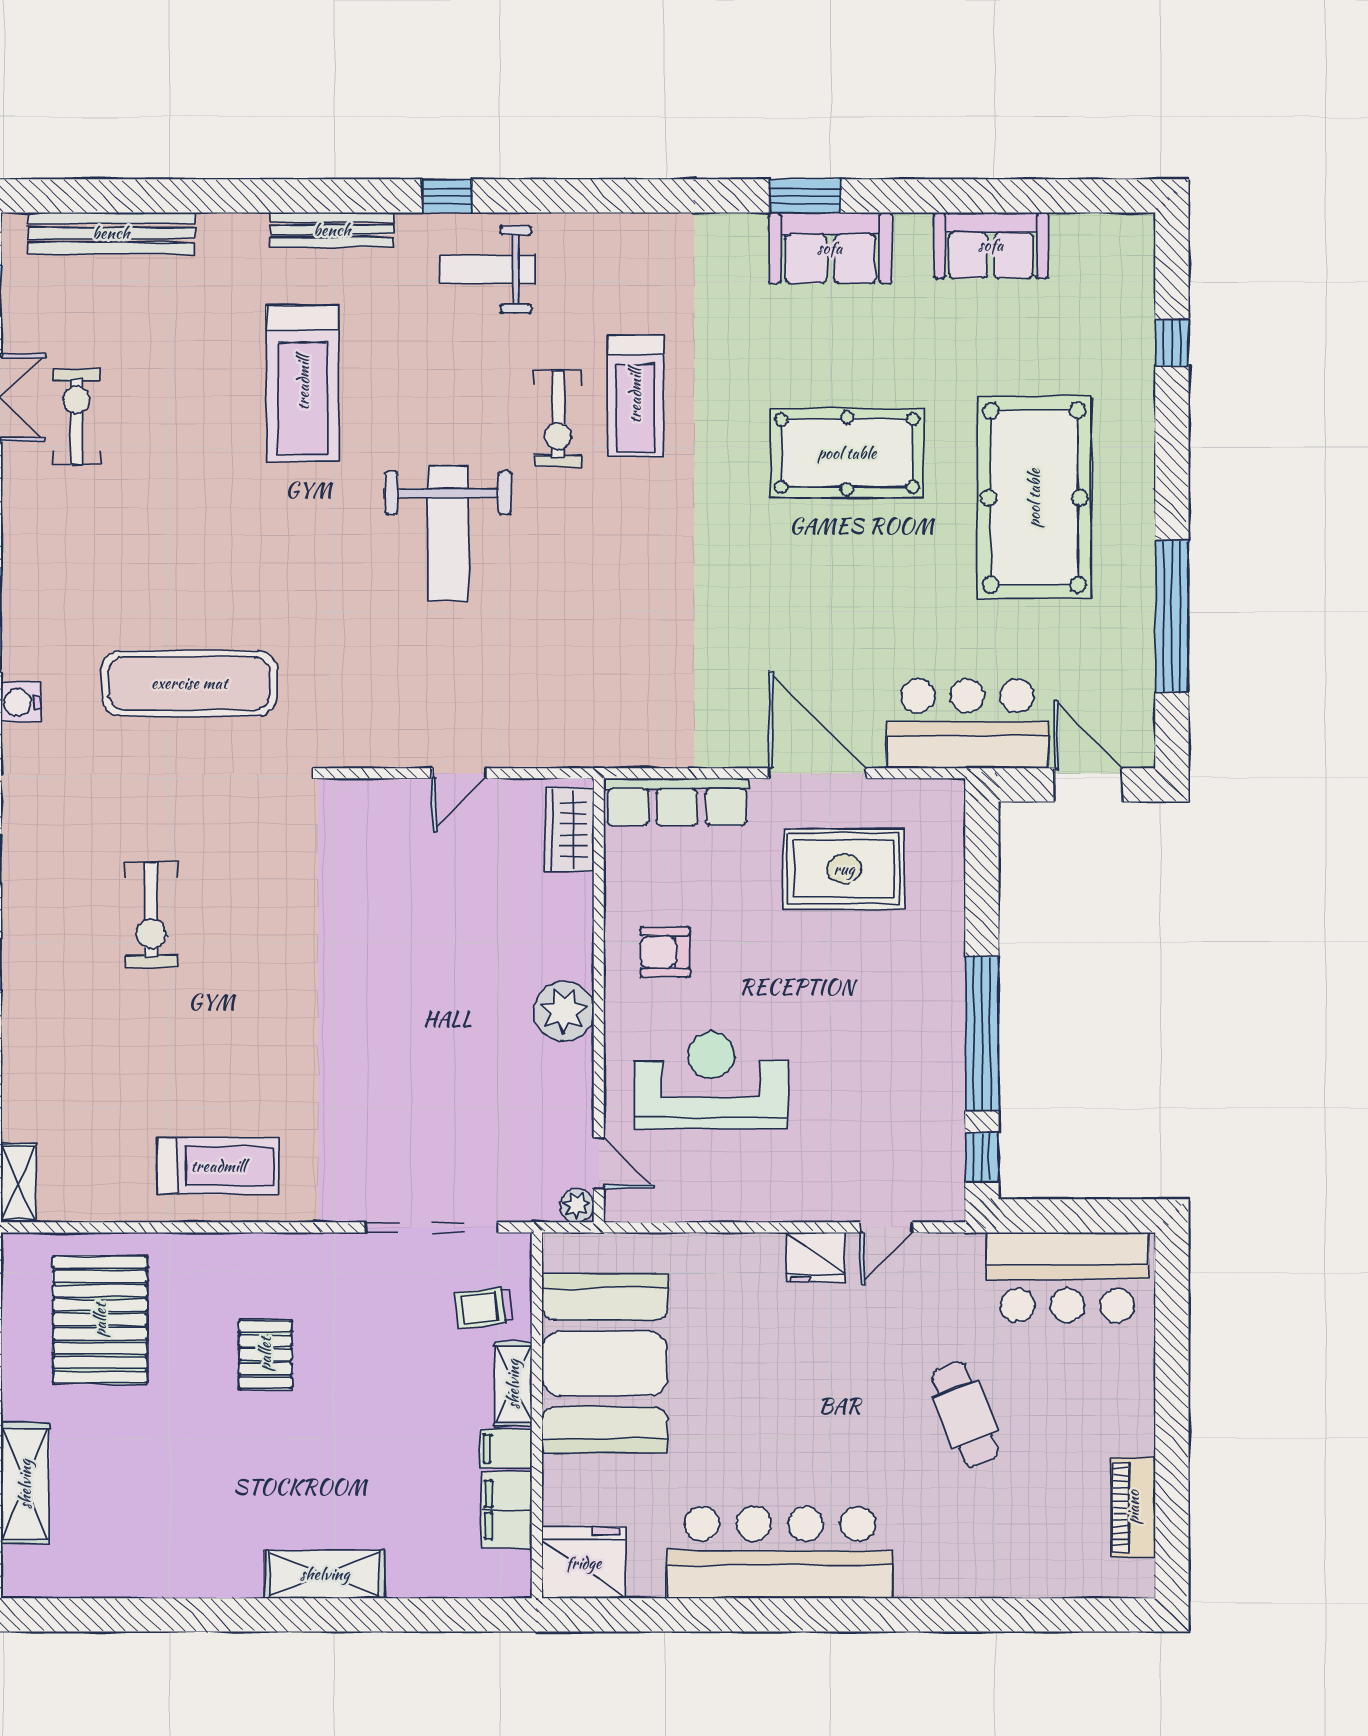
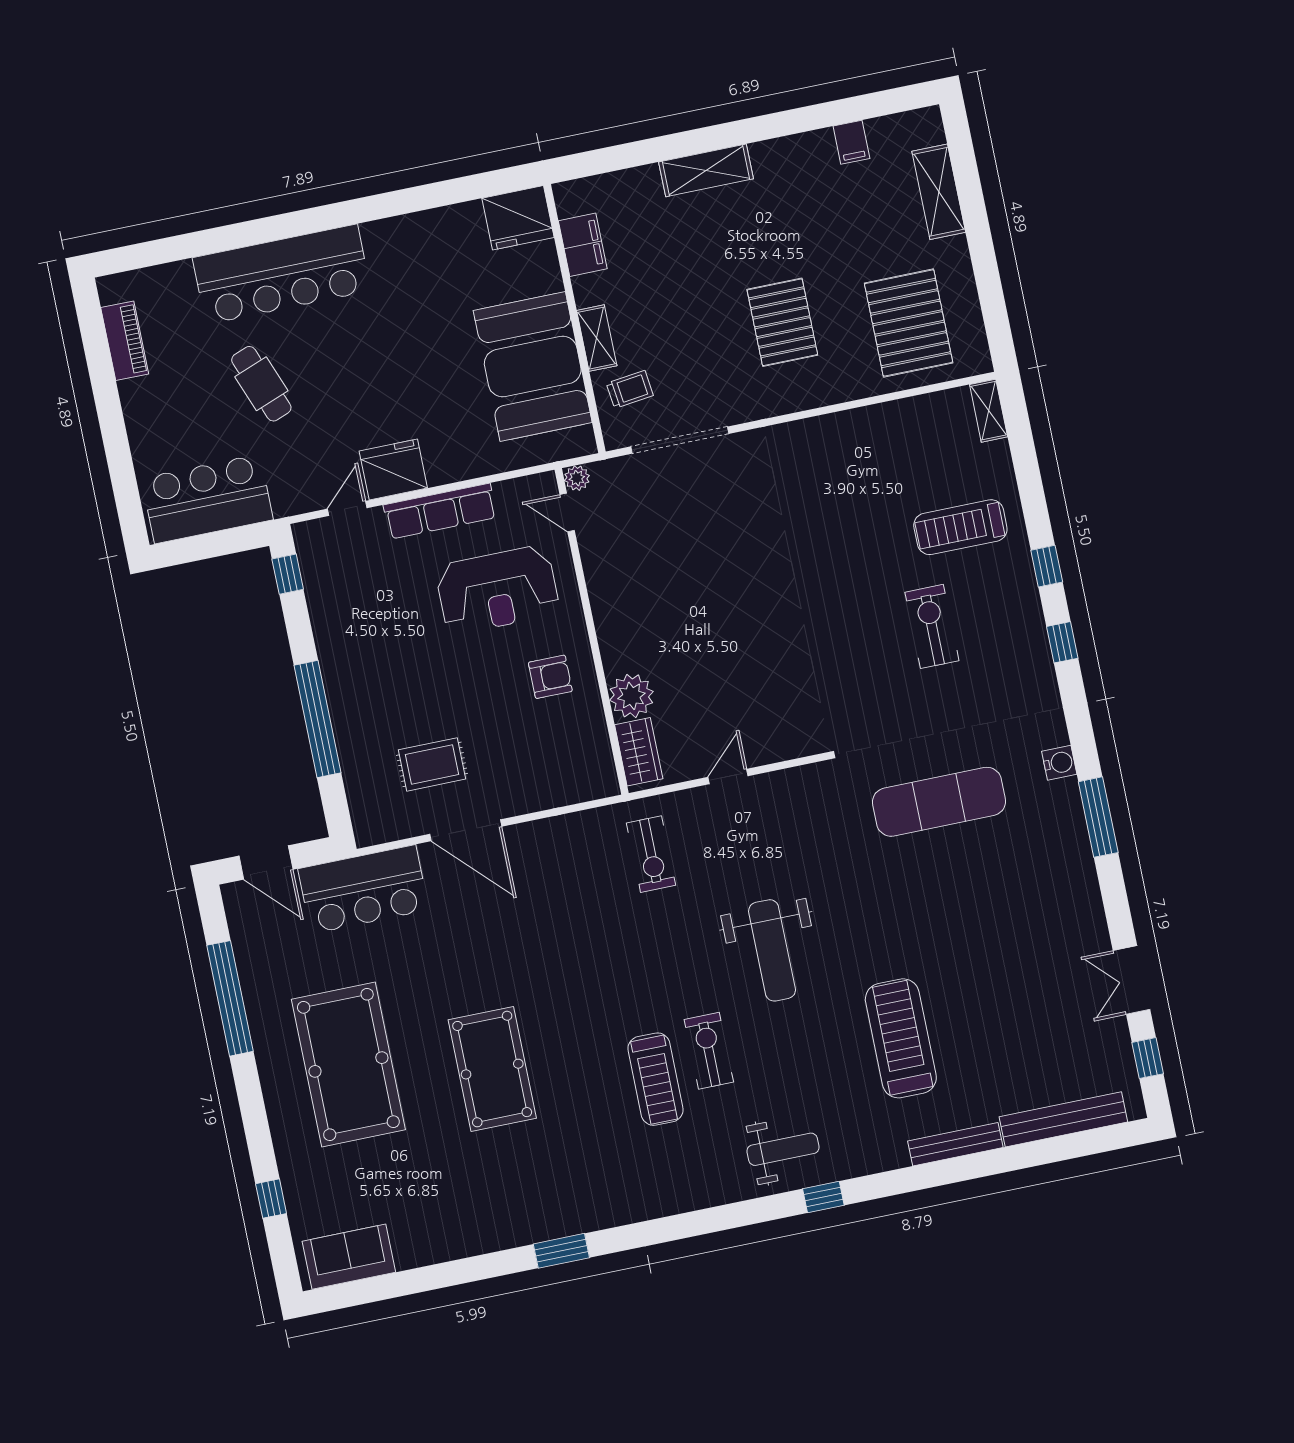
bench: (332, 230) -> (955, 1144), moved
sofa: (991, 245) -> (349, 1257), moved
sofa: (830, 248) -> (535, 1216), removed
treadmill: (635, 396) -> (656, 1079), turned 180
exercise bike: (76, 417) -> (651, 854), moved
pool table: (847, 453) -> (492, 1069), turned 90
weight bench: (448, 533) -> (772, 950), turned 180
row of seats: (677, 802) -> (440, 511), moved, turned 180
rug: (844, 869) -> (432, 764), width x0.73, depth x0.70
plant: (564, 1011) -> (631, 696), moved
window: (982, 1034) -> (317, 719), moved
treadmill: (218, 1166) -> (960, 527), moved
fridge: (815, 1258) -> (393, 470), width x1.36, depth x1.34
pallet: (265, 1354) -> (782, 322), width x1.50, depth x1.42
filing cabinet: (506, 1449) -> (851, 142), moved, turned 90
bar counter: (780, 1552) -> (282, 274), moved

